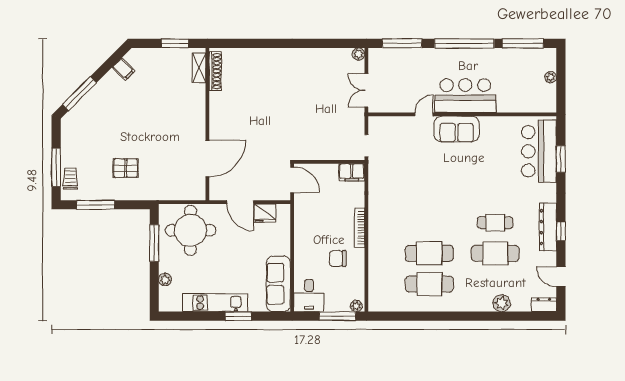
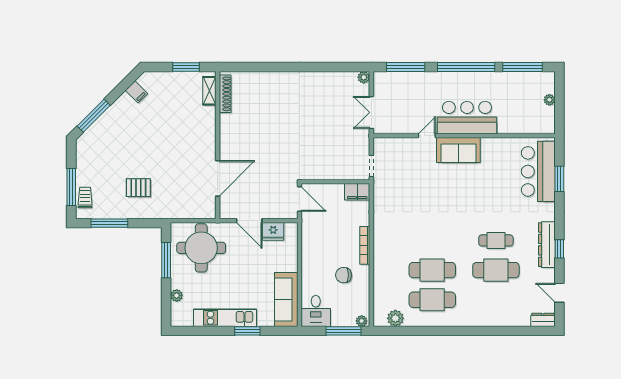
plant: (502, 303) -> (395, 318), moved

